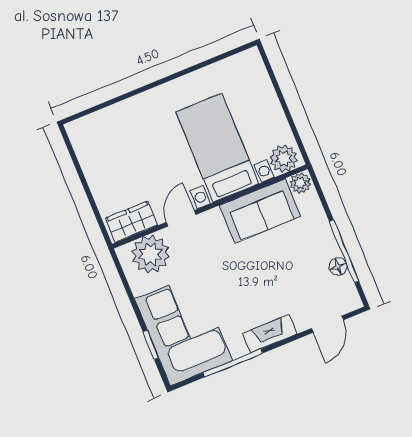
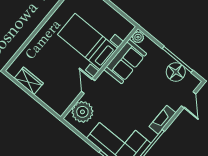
plant: (284, 159) -> (123, 29), removed
wardrobe: (132, 222) -> (29, 81), moved, turned 90
floor lamp: (338, 266) -> (176, 72), width x1.89, depth x1.89

